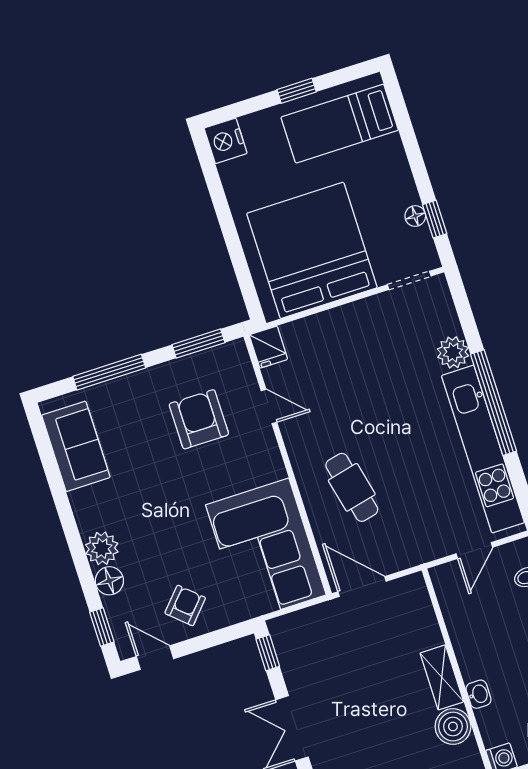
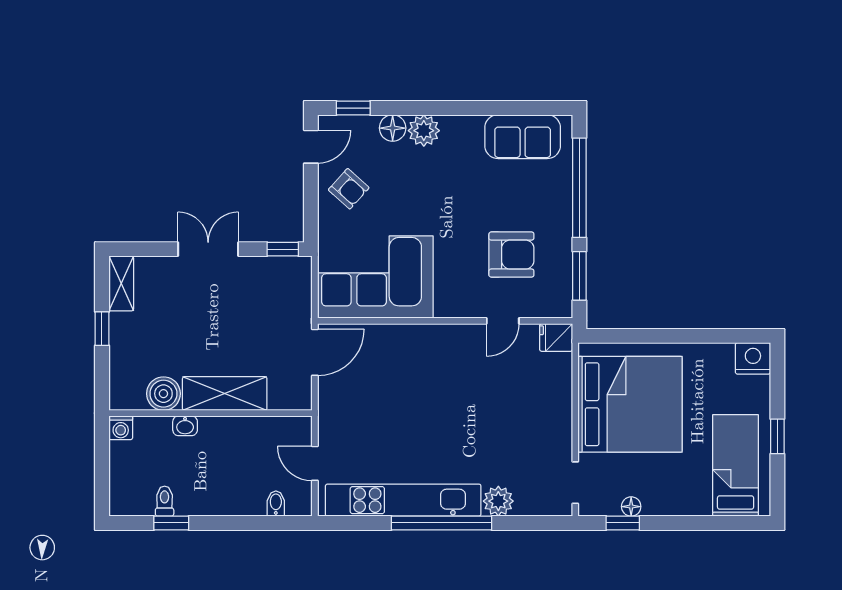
window: (109, 372) -> (579, 188), width x1.46
cafe table: (352, 487) -> (407, 372), removed
shelving: (442, 677) -> (225, 394), width x1.50, depth x1.33

